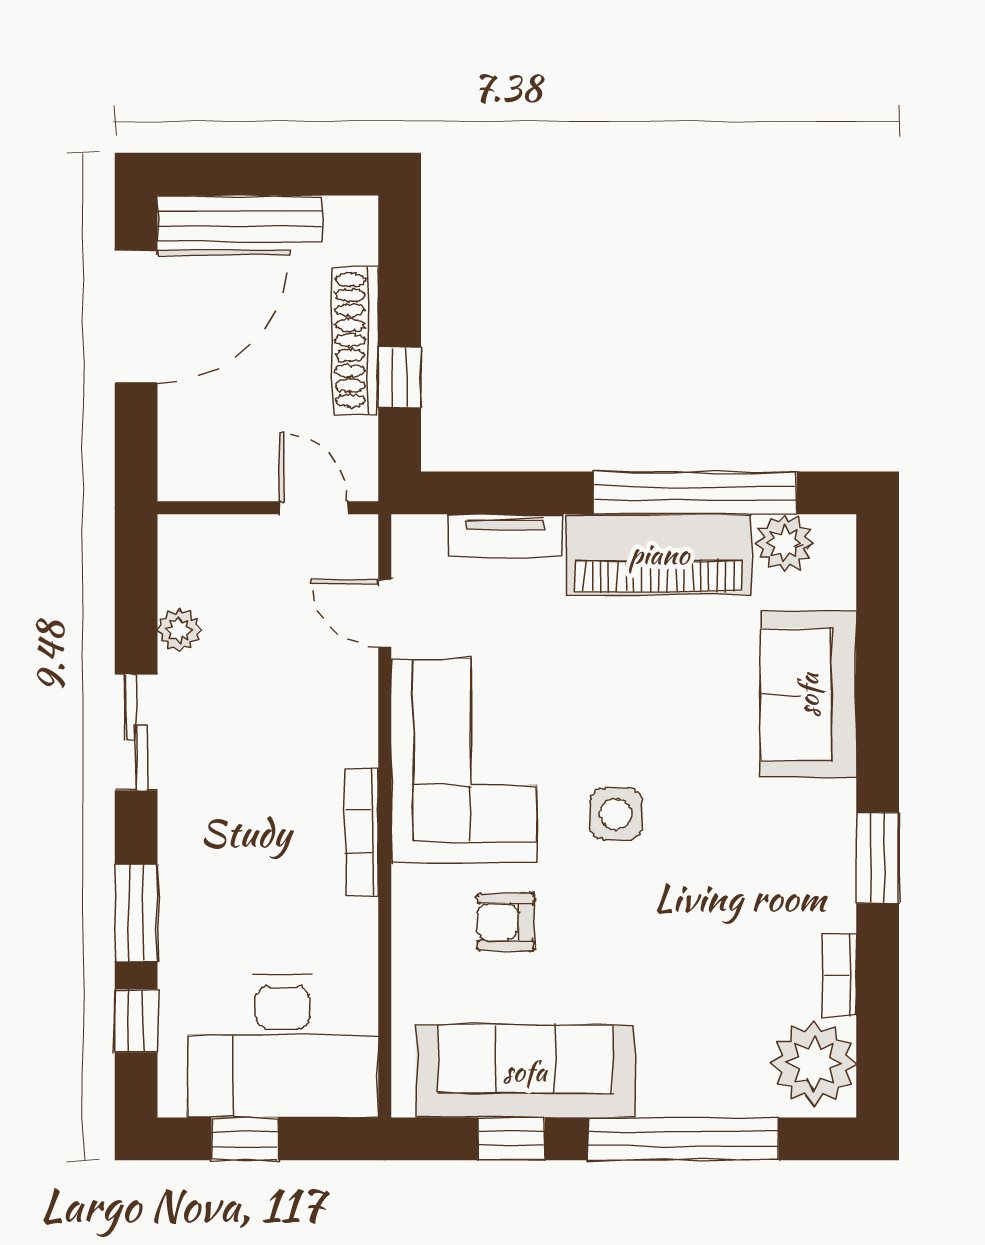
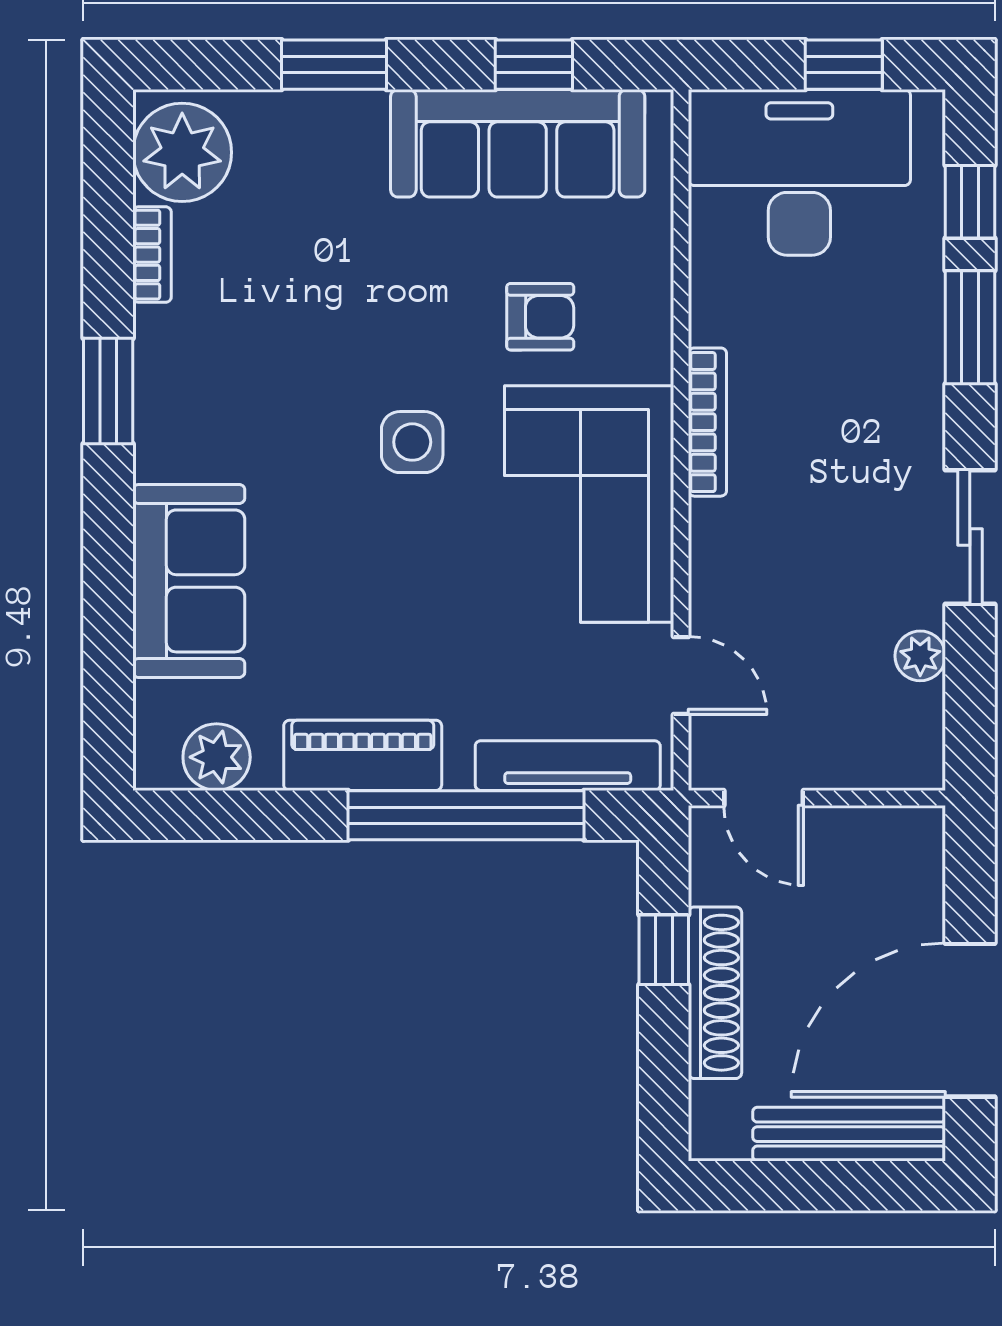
window: (695, 493) -> (466, 815), moved
tv unit: (505, 536) -> (568, 766), width x1.41
piano: (659, 554) -> (363, 755), width x0.73, depth x0.75
window: (683, 1139) -> (334, 65), width x0.47

